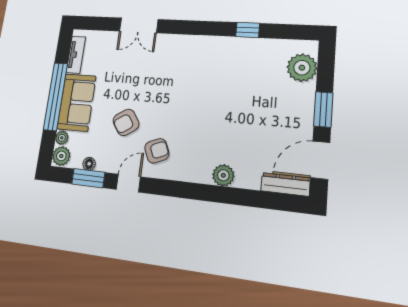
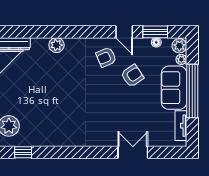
window: (248, 30) -> (23, 152), moved
door: (128, 183) -> (124, 32), hinge flipped

